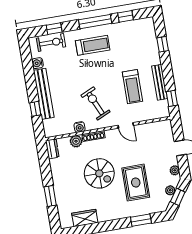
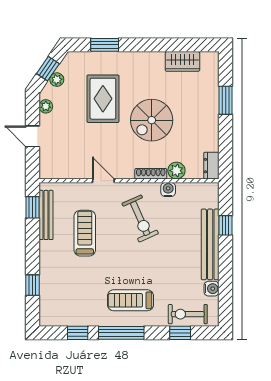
bench: (159, 82) -> (46, 215), moved
spiral stairs: (99, 173) -> (152, 120), turned -90

